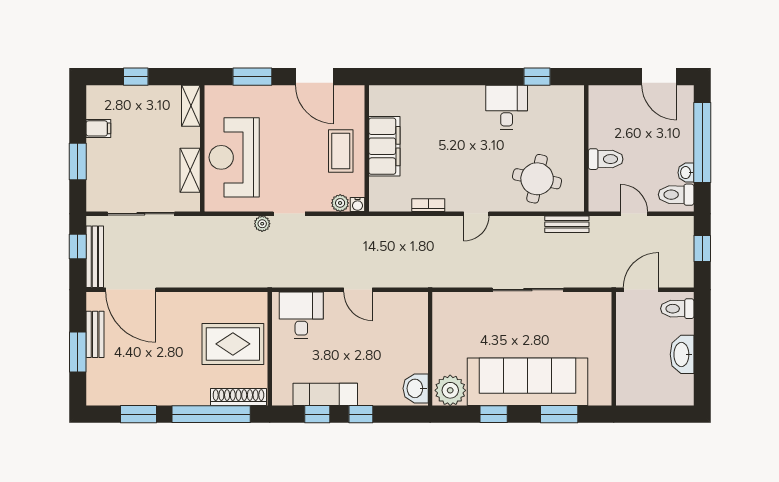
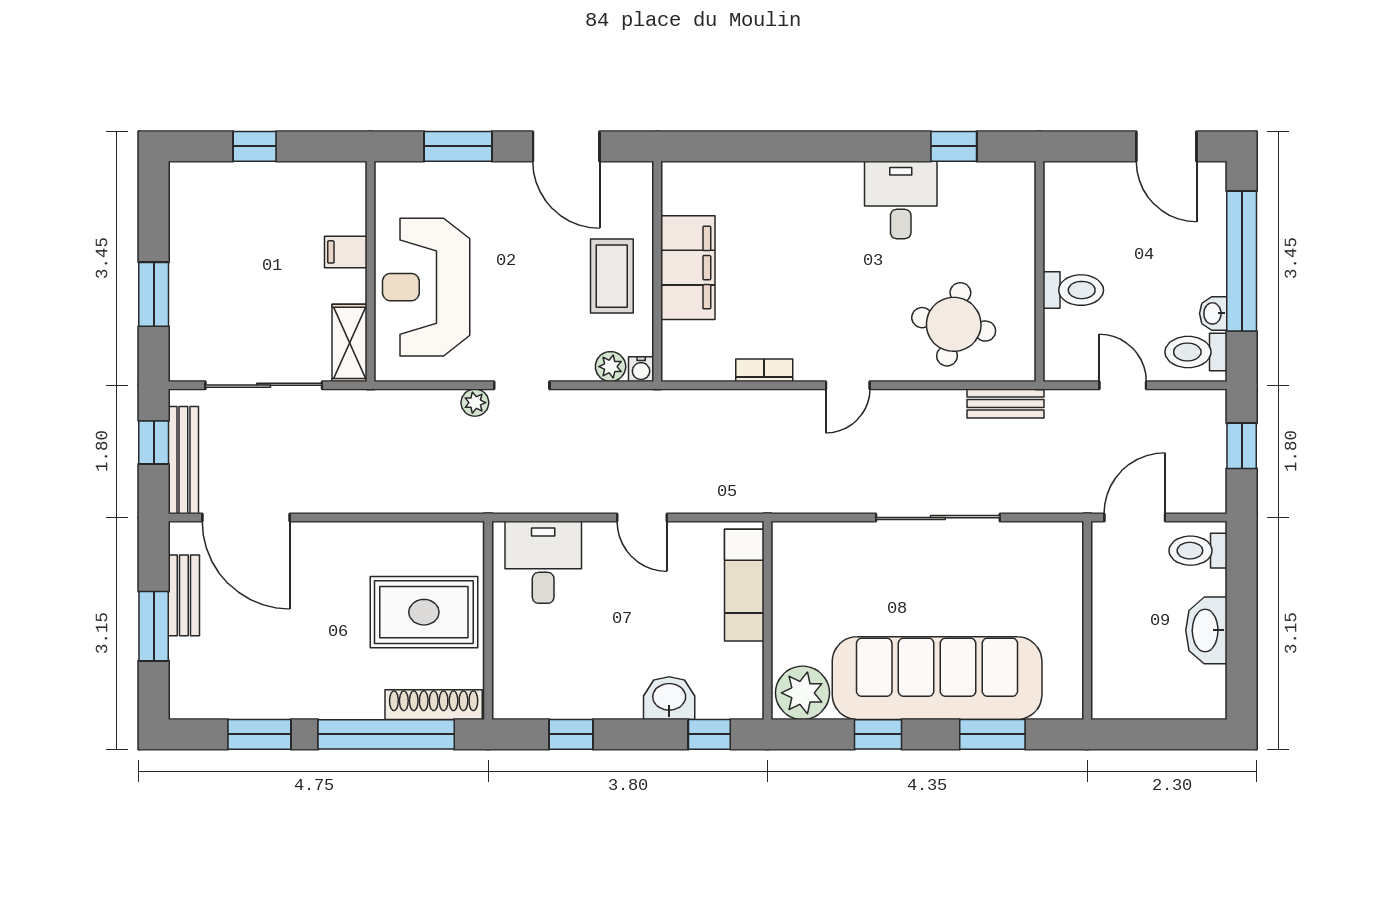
shelving: (191, 106) -> (351, 197), removed
filing cabinet: (98, 128) -> (346, 252), moved, turned 180
shelving: (190, 170) -> (349, 343), moved
washbasin: (416, 388) -> (669, 698), moved, turned 90
exam couch: (325, 394) -> (744, 585), moved, turned -90
window: (361, 414) -> (709, 734), moved

